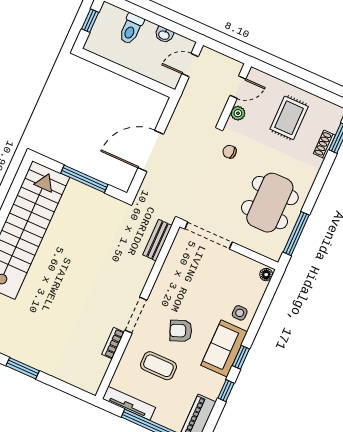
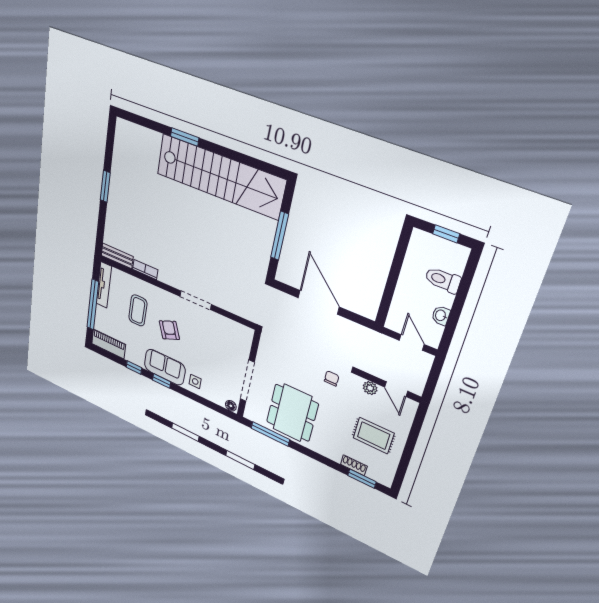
dining table: (270, 203) -> (292, 413), turned 90
doorway: (209, 235) -> (247, 381), moved
bench: (157, 240) -> (117, 256), moved
doorway: (136, 315) -> (196, 300), moved

